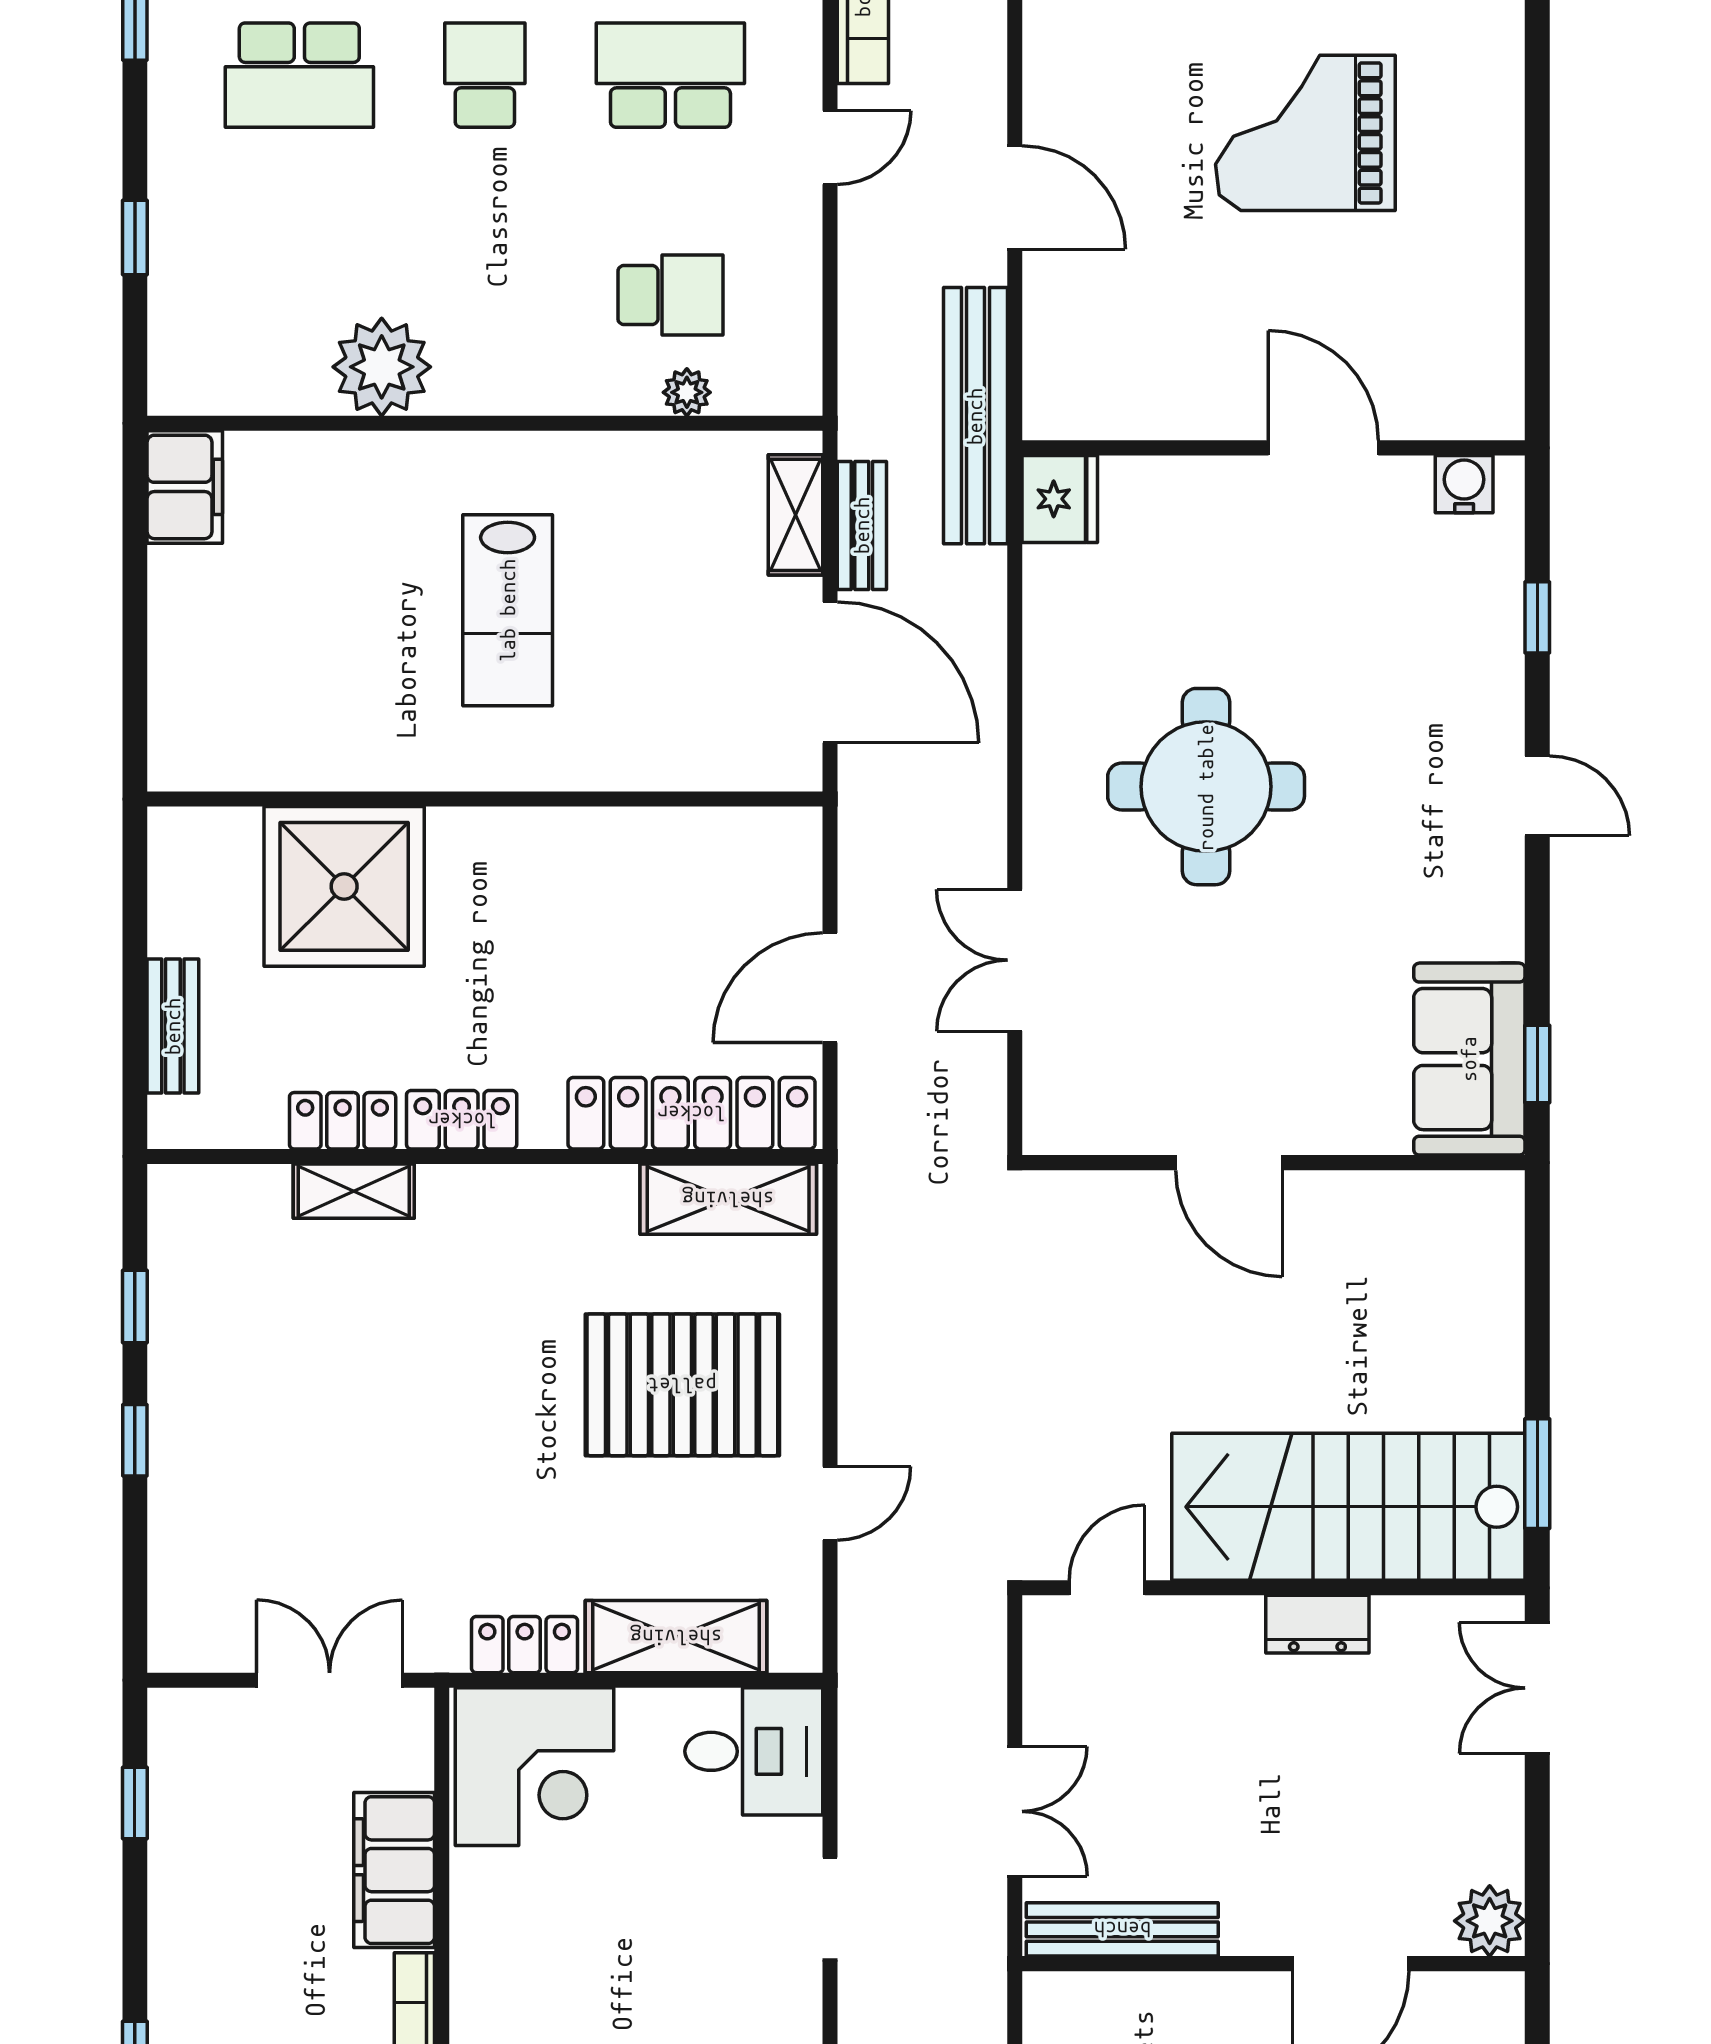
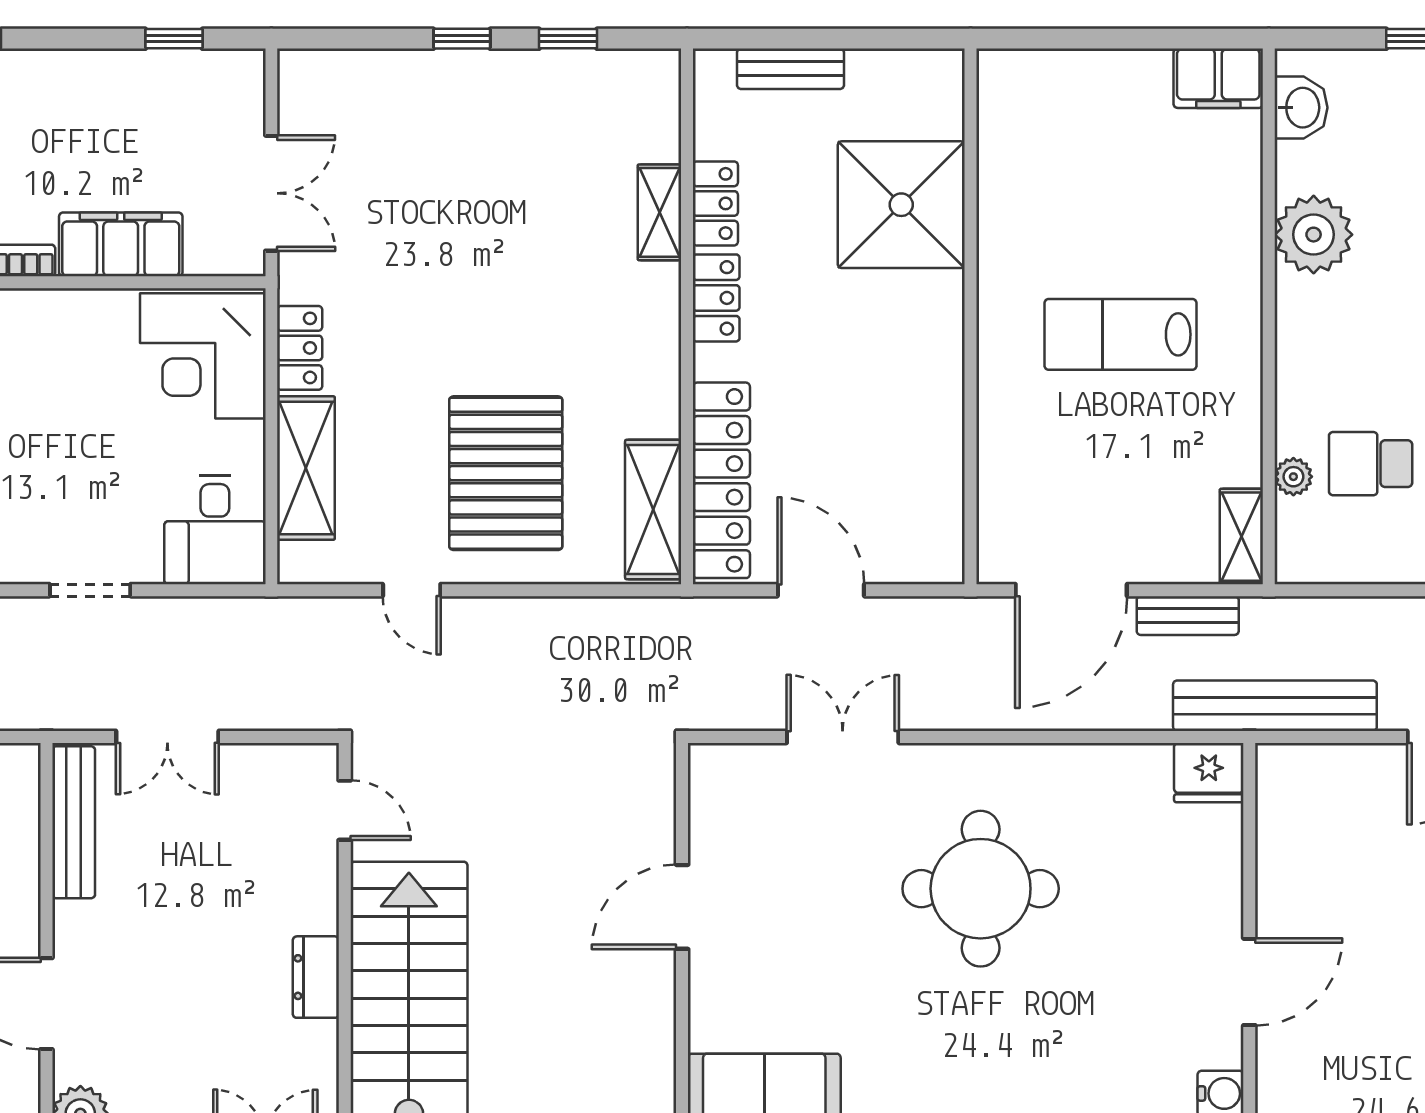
school desk: (670, 295) -> (1371, 464), turned 90
washbasin: (222, 383) -> (1301, 108), added
shelving: (795, 515) -> (1241, 537), moved, turned 90

